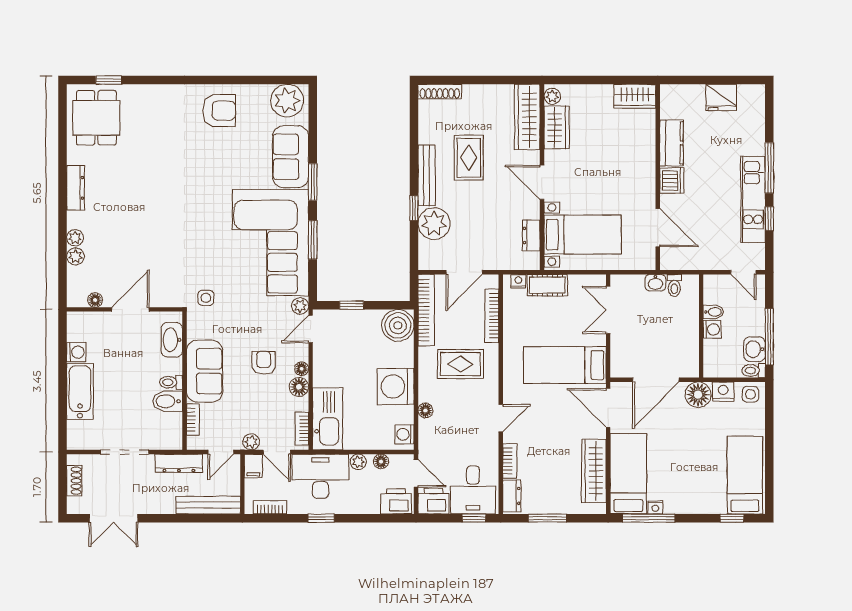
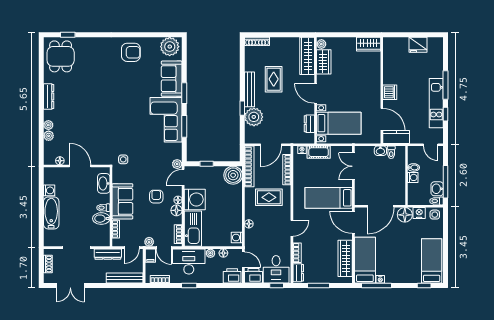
kitchen counter: (671, 143) -> (396, 137), moved, turned -90
corner sofa: (271, 243) -> (166, 120), width x0.73, depth x0.74
door: (130, 309) -> (80, 166), hinge flipped
washing machine: (396, 387) -> (195, 199), moved, turned 180

